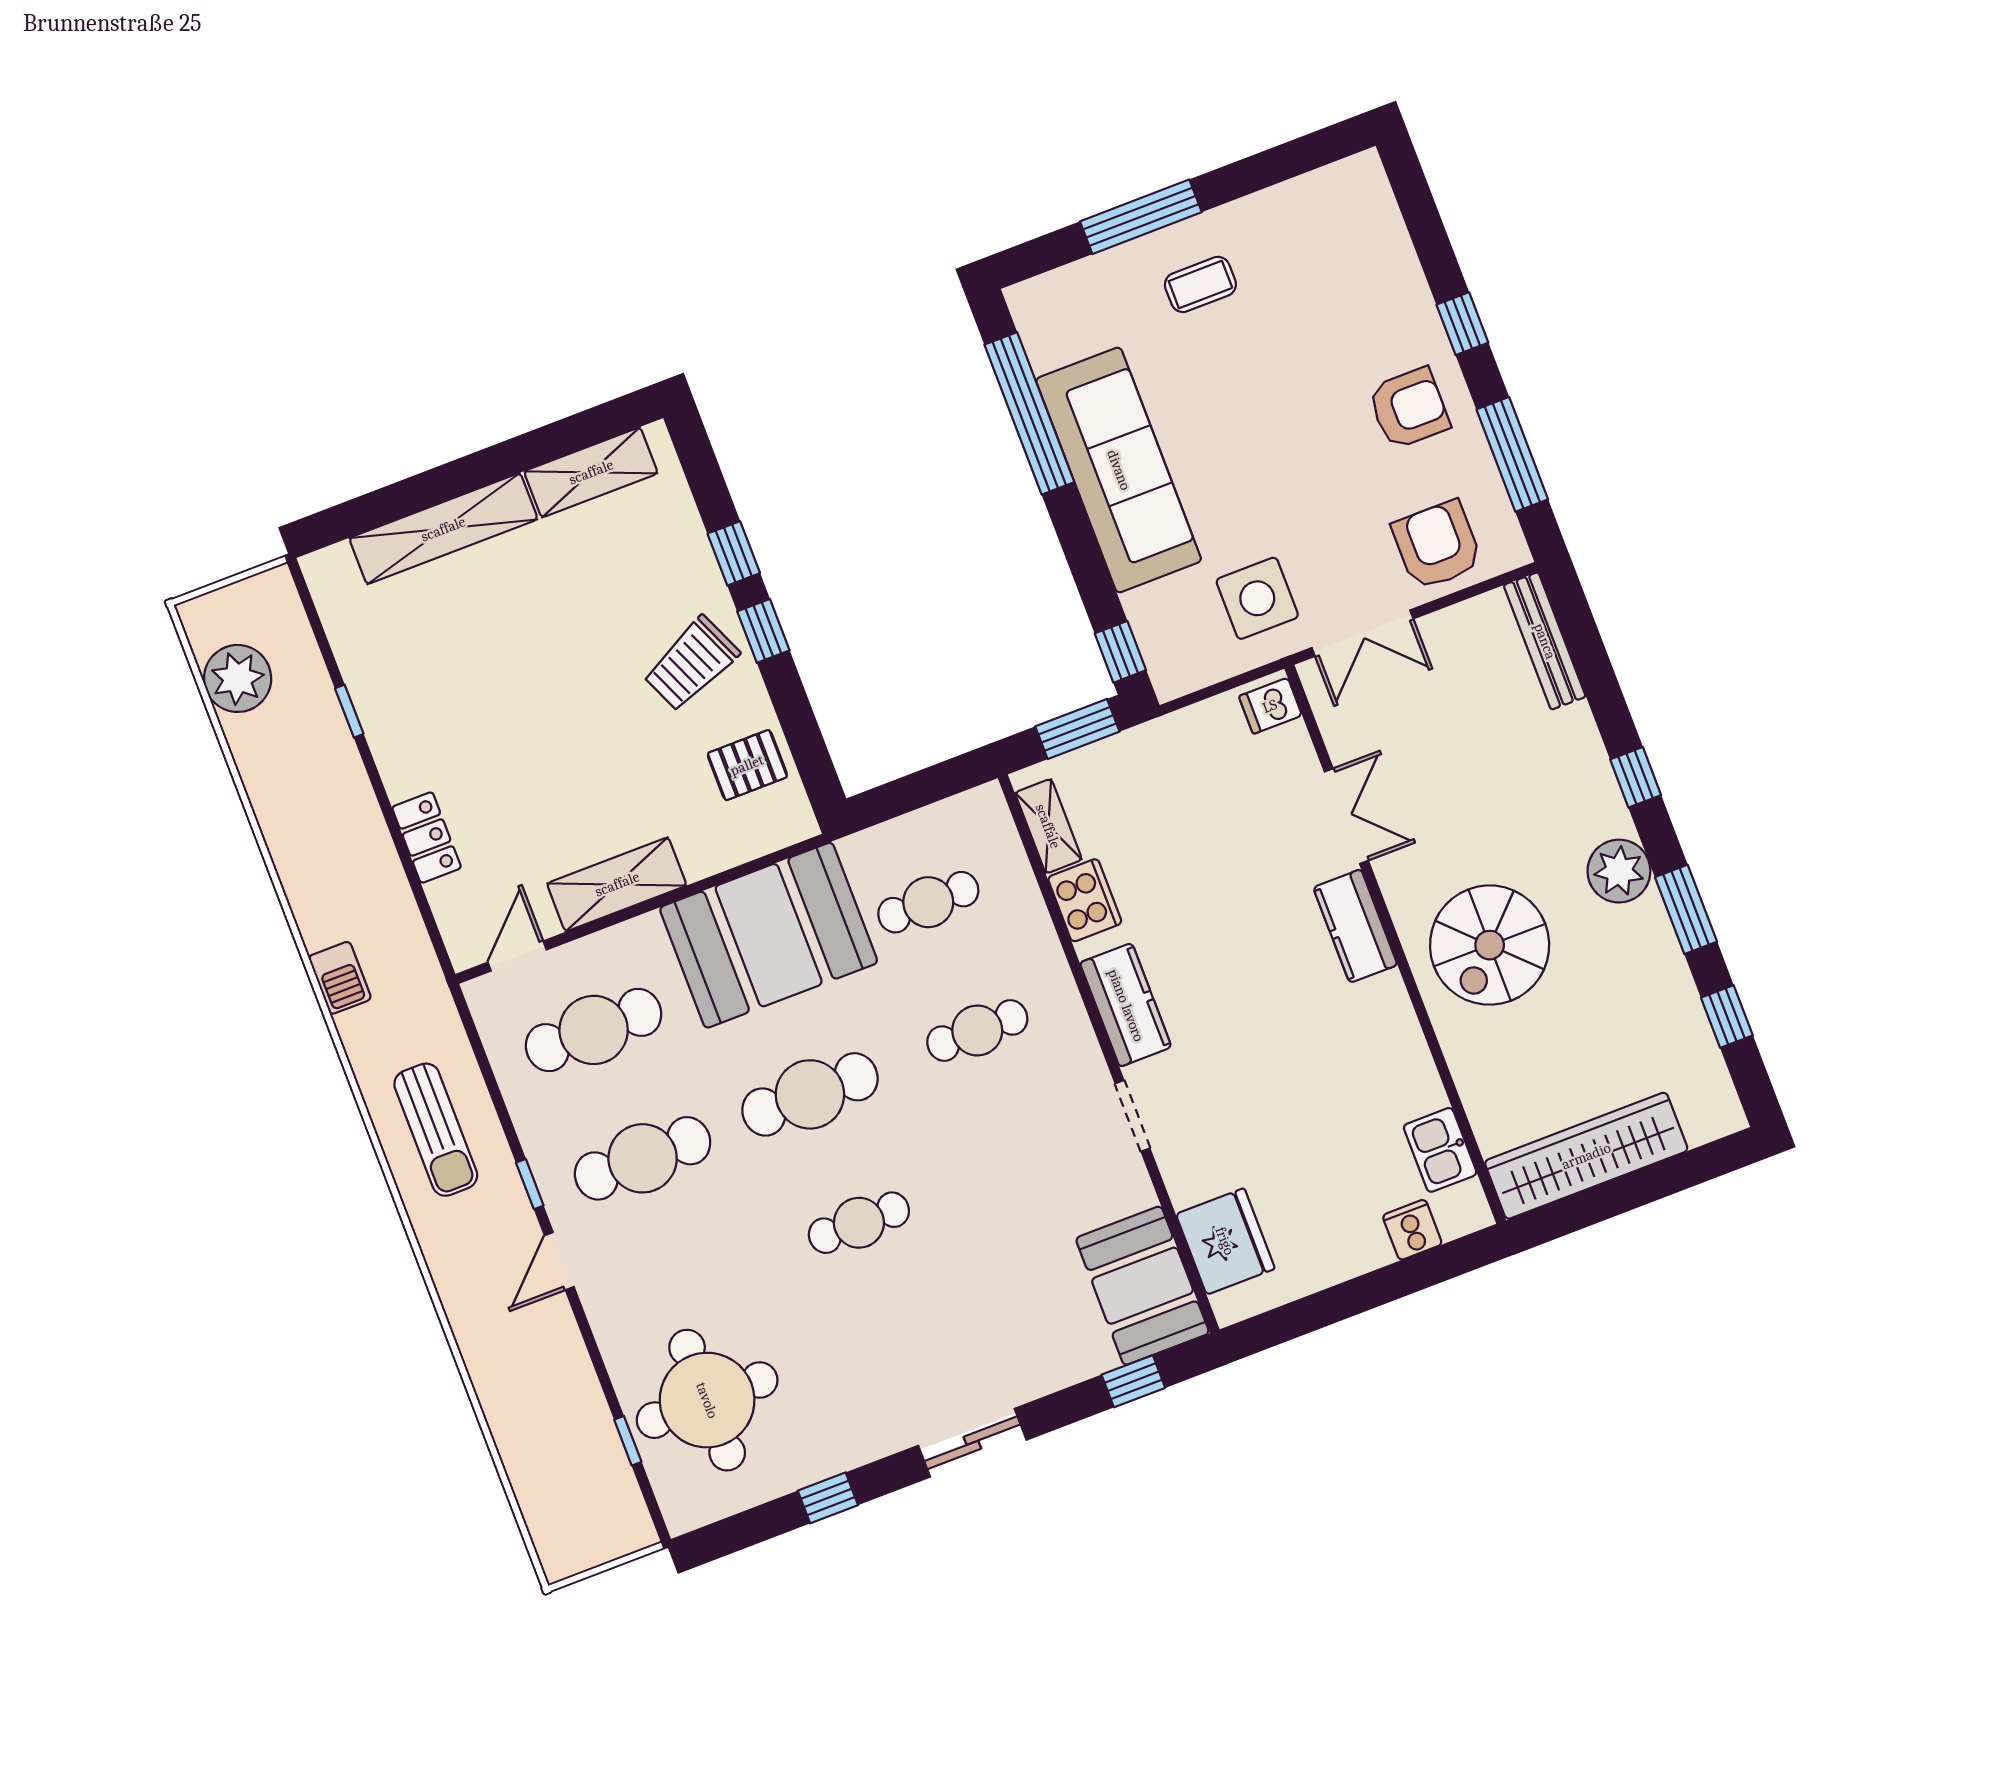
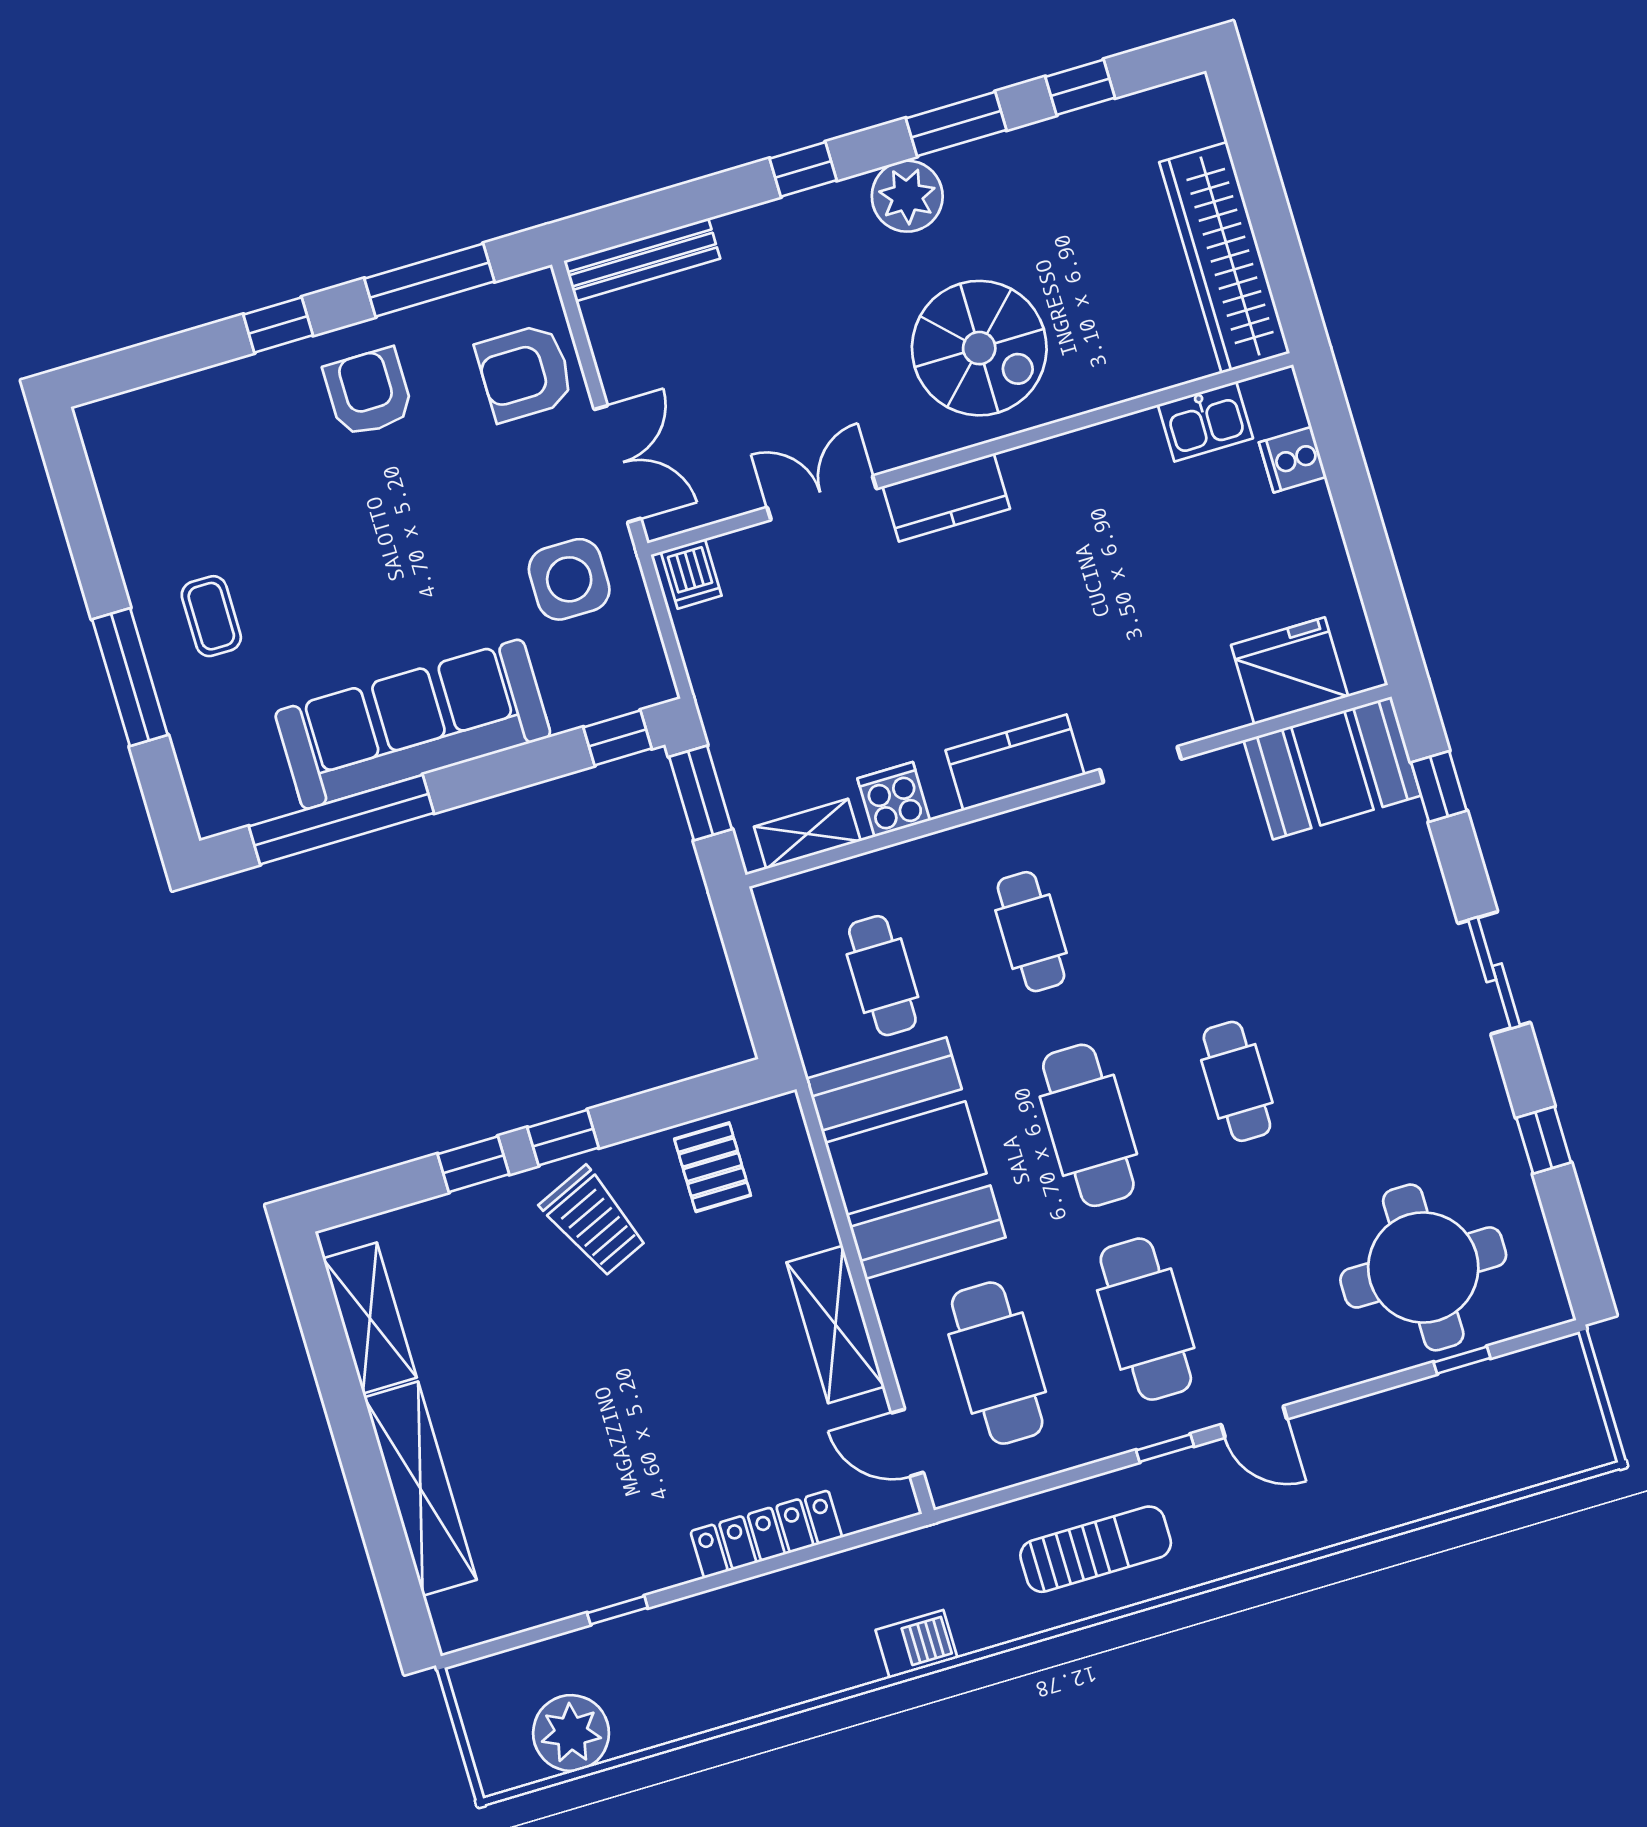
locker: (427, 838) -> (766, 1534), width x1.53
cooker: (1085, 900) -> (894, 799), width x0.73

